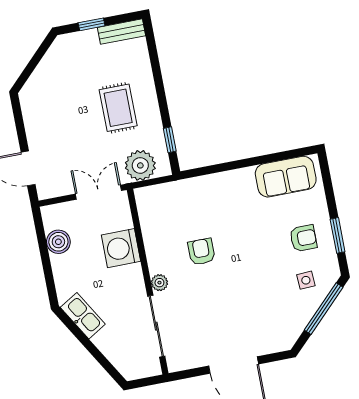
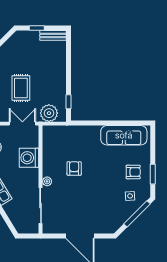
rug: (118, 108) -> (21, 88), moved
sofa: (286, 177) -> (124, 135), width x1.36

